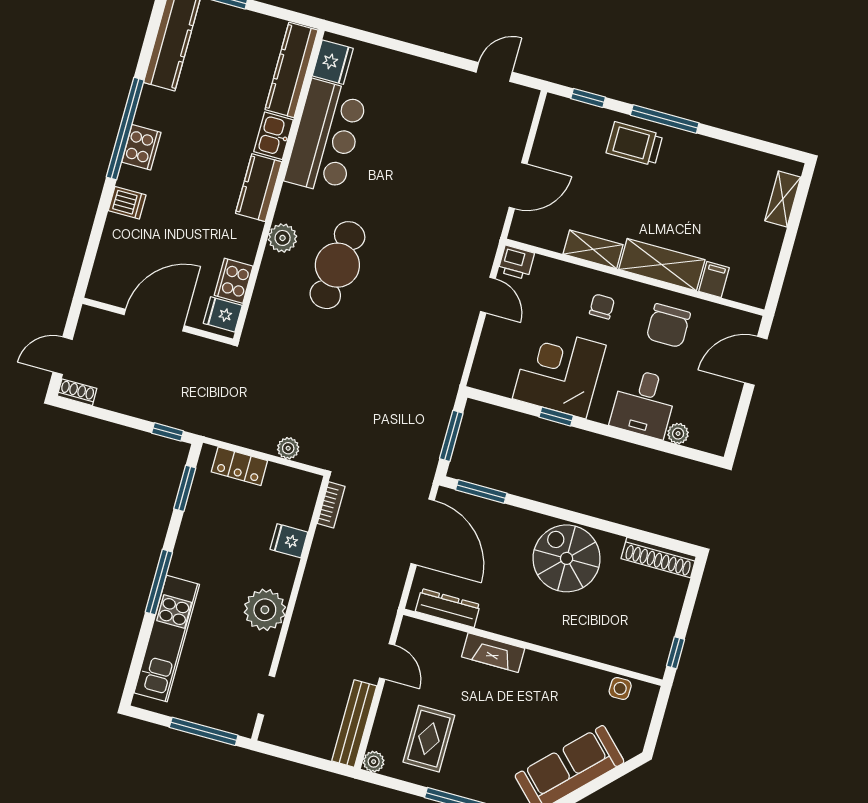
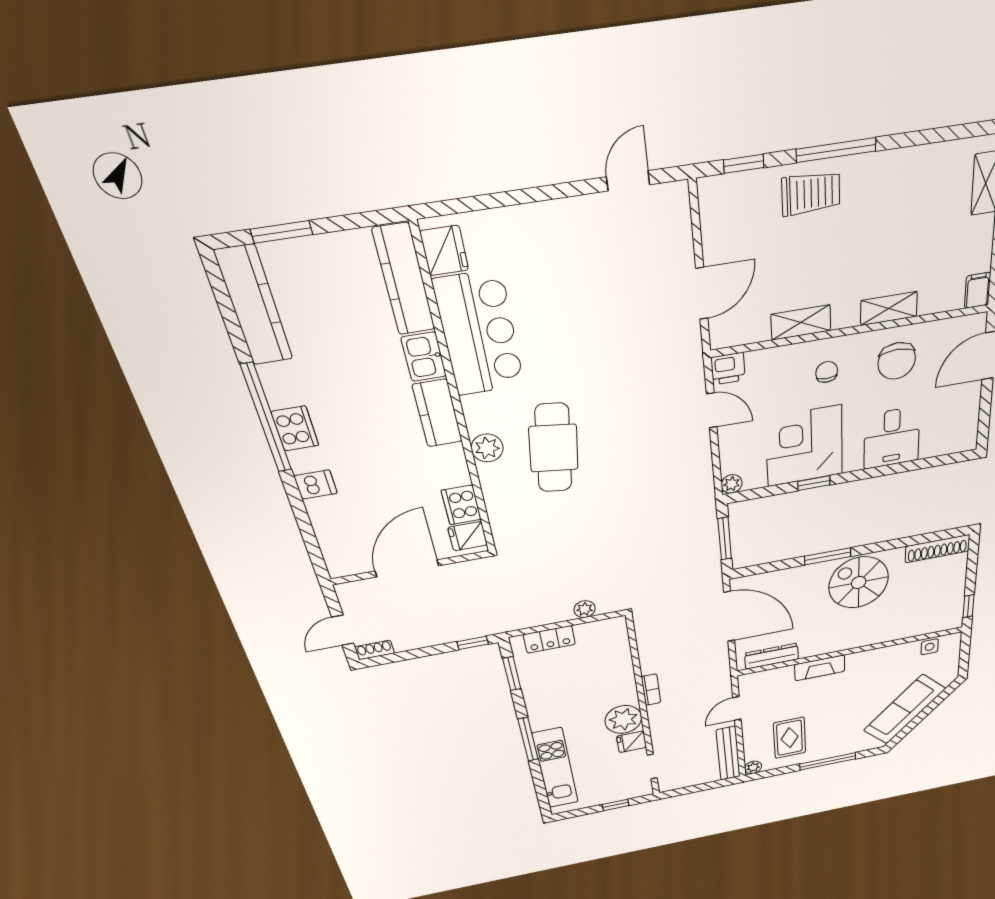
trolley: (634, 144) -> (811, 193), turned 180
shelving: (662, 265) -> (889, 309), width x0.67, depth x0.75
filing cabinet: (714, 279) -> (978, 290), moved
plant: (678, 434) -> (732, 484), moved
window: (481, 492) -> (828, 556), moved
bookcase: (331, 505) -> (651, 690), moved
fridge: (289, 541) -> (632, 742), moved
door: (387, 661) -> (737, 708), swing flipped
window: (204, 731) -> (616, 805), width x0.46

